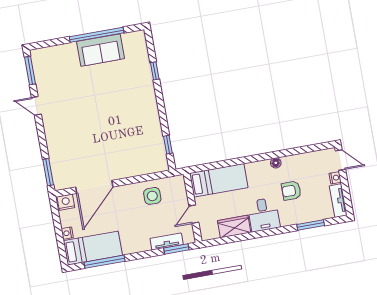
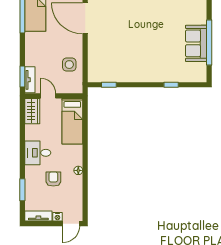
wardrobe: (234, 227) -> (32, 111), moved
tv unit: (167, 242) -> (30, 80), moved

